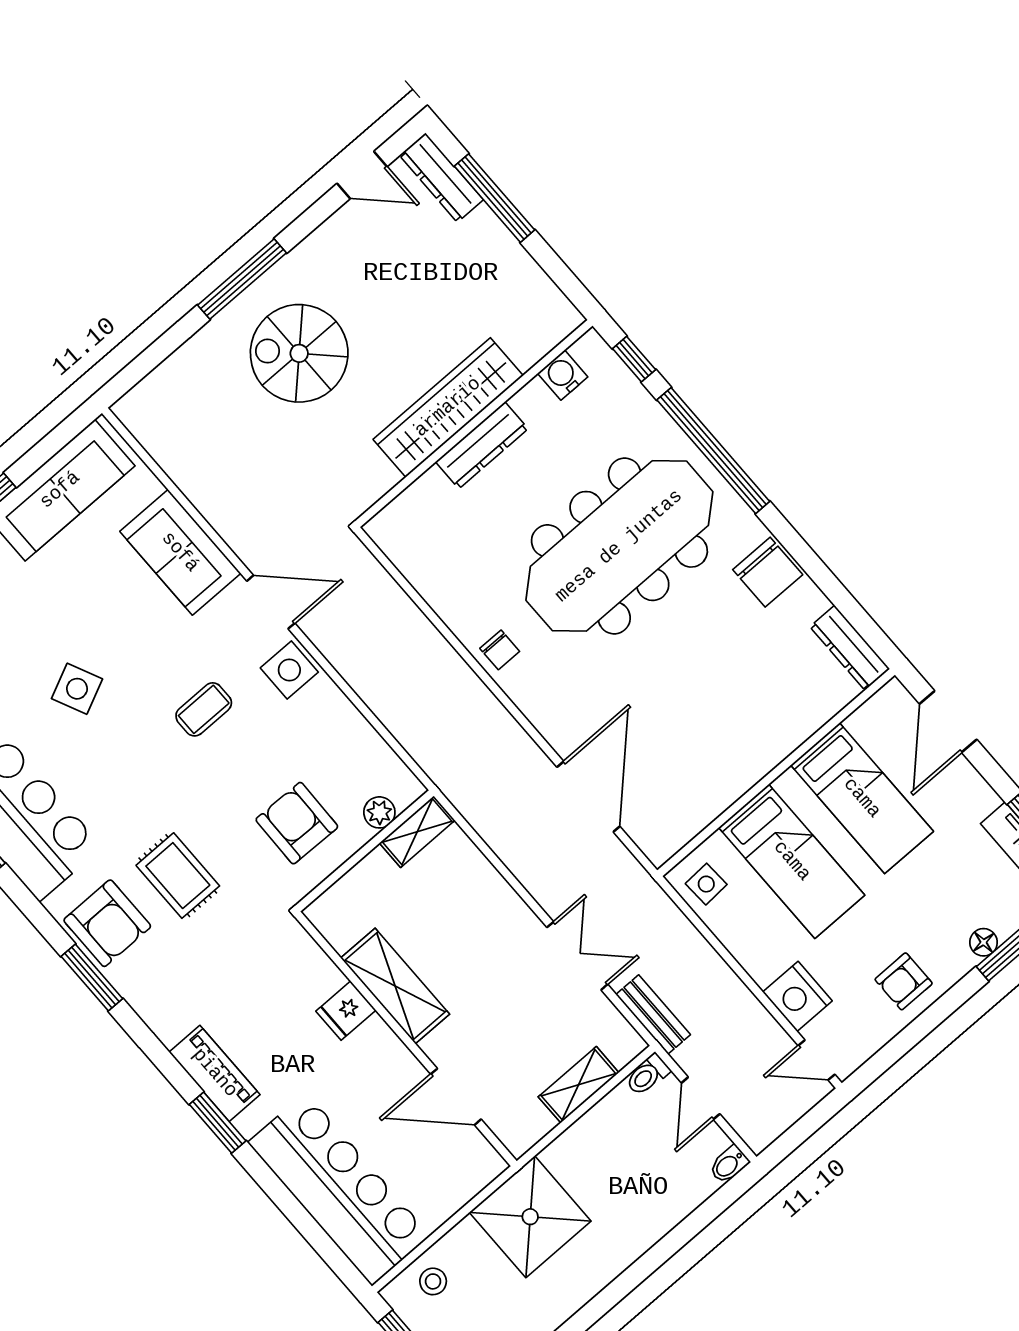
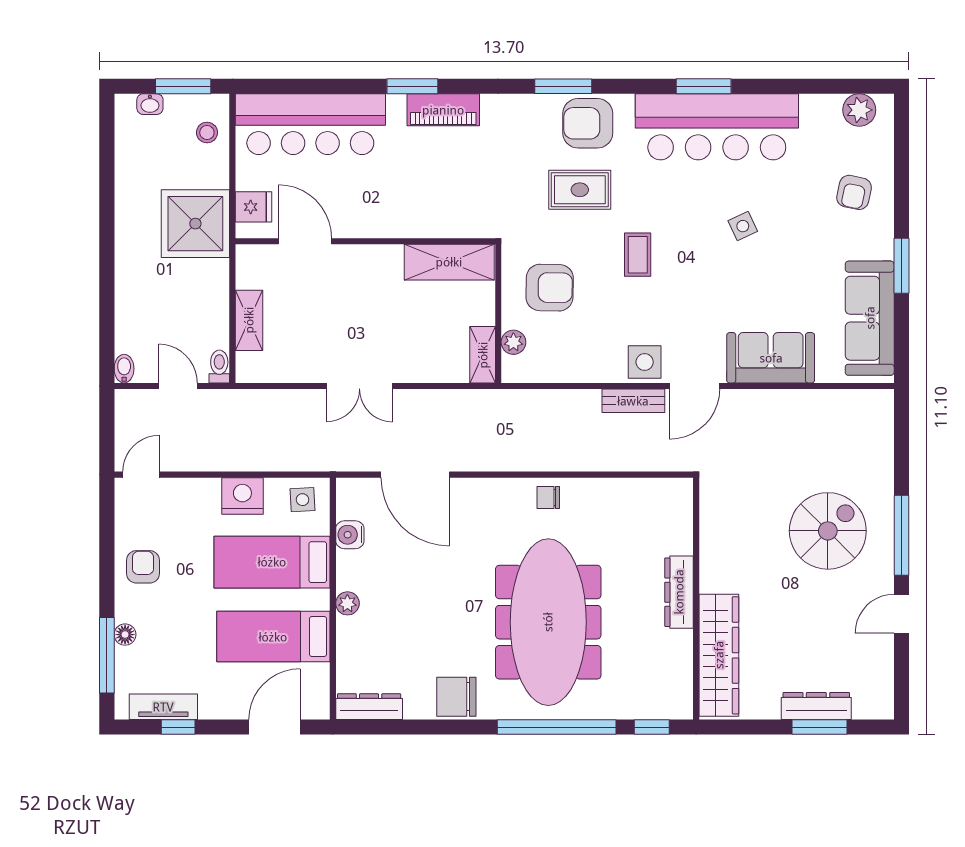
door: (362, 175) -> (901, 614), moved
dresser: (441, 178) -> (816, 706), moved
window: (495, 198) -> (819, 727), width x0.69
water cooler: (563, 375) -> (350, 535), moved, turned 180
wardrobe: (448, 407) -> (719, 655), moved
side table: (77, 689) -> (743, 226), width x0.73, depth x0.73
coffee table: (204, 709) -> (638, 255), moved
door: (948, 722) -> (274, 727), hinge flipped
plant: (769, 755) -> (347, 603), added
double door: (577, 956) -> (359, 386), moved
shelving: (395, 986) -> (449, 262), moved
nightstand: (797, 996) -> (242, 496), moved
fridge: (346, 1011) -> (254, 207), moved, turned 90
bench: (653, 1015) -> (633, 401), moved
door: (456, 1097) -> (305, 241), hinge flipped

